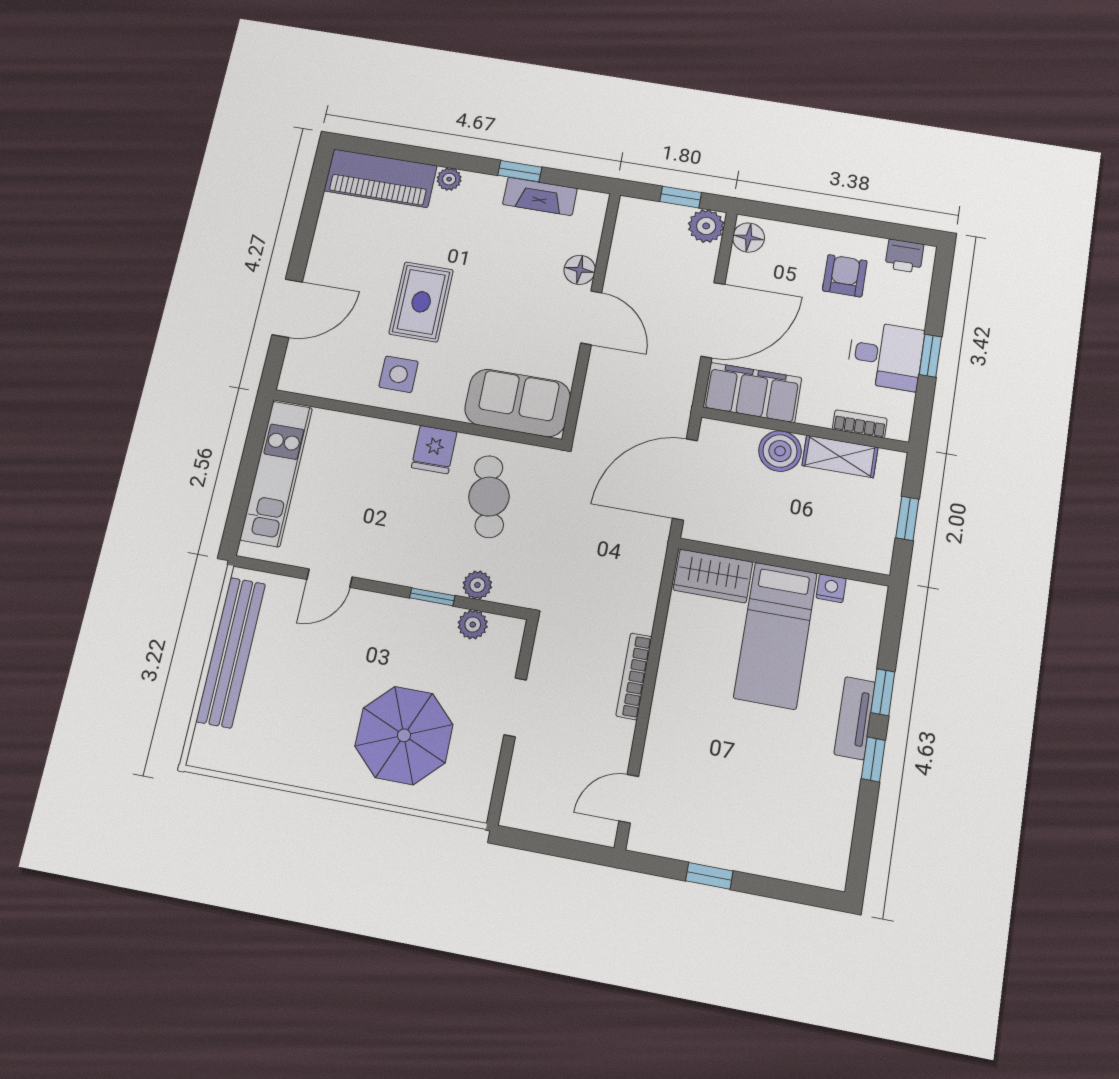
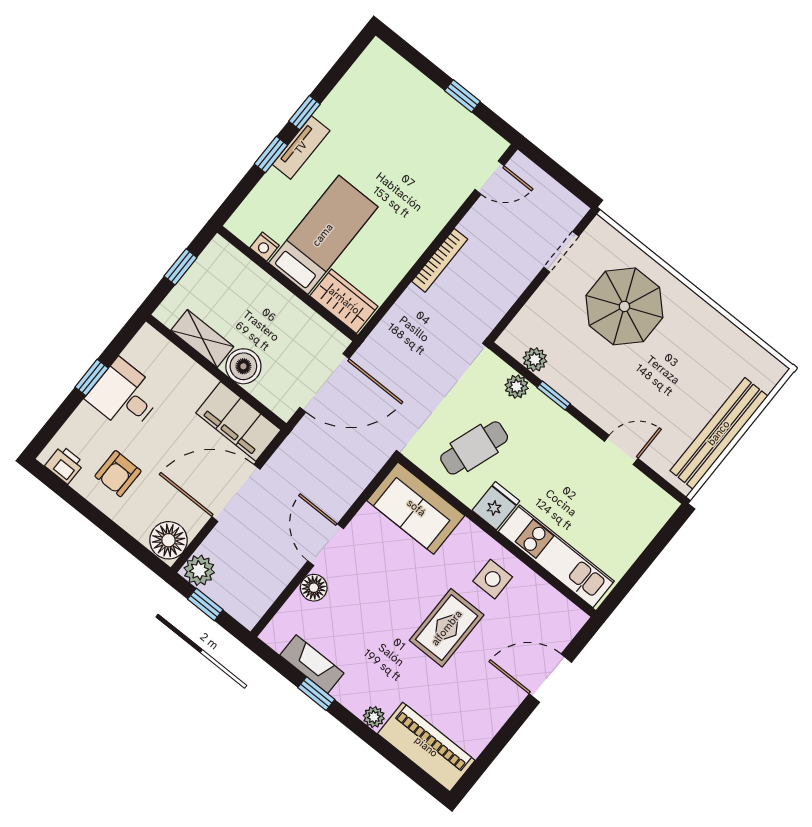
floor lamp: (749, 238) -> (168, 540), width x1.38, depth x1.38
bookcase: (860, 424) -> (174, 355), removed
kitchen unit: (276, 474) -> (556, 556), moved, turned 90
cafe table: (489, 497) -> (474, 448), turned 31
doorway: (515, 707) -> (561, 252), moved

